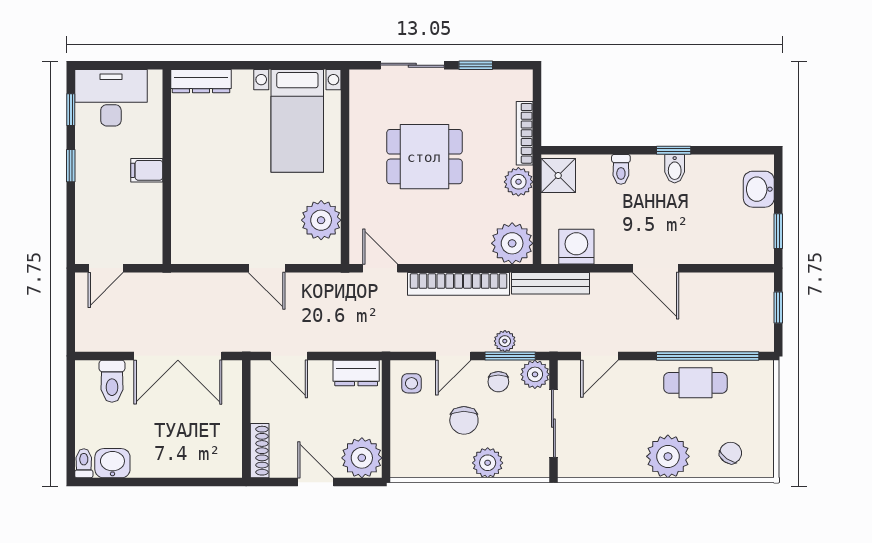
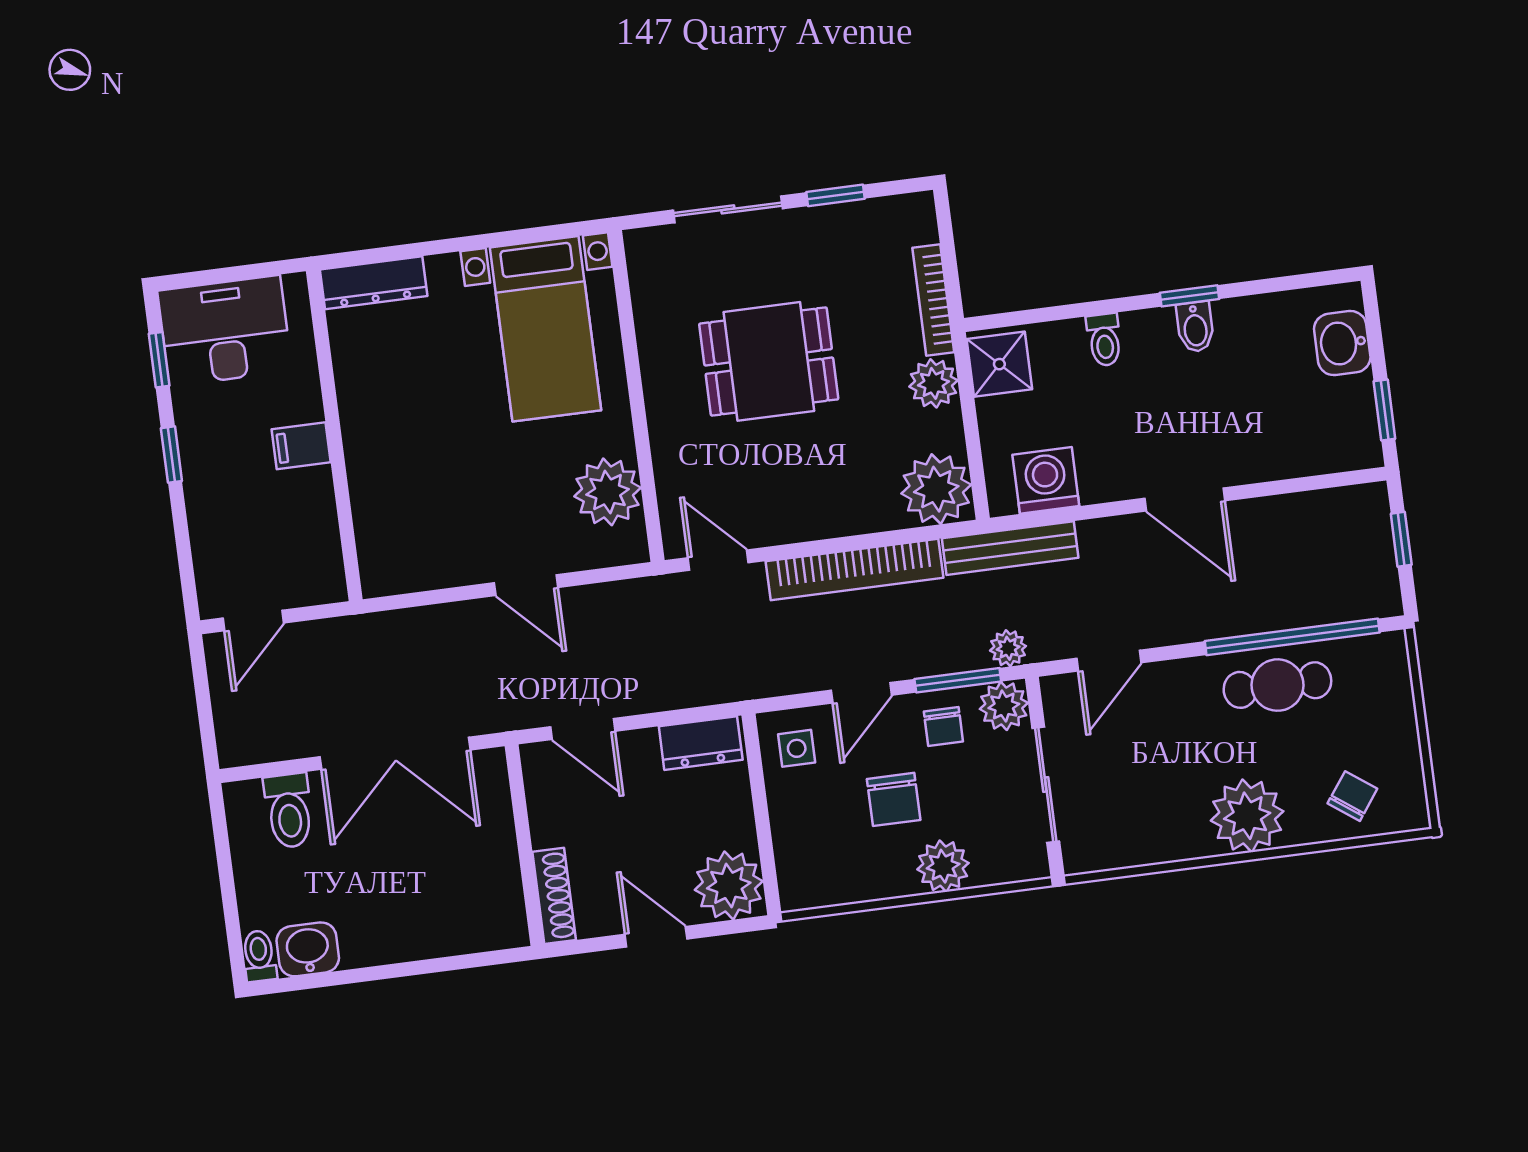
plant: (505, 341) -> (1008, 648), moved

